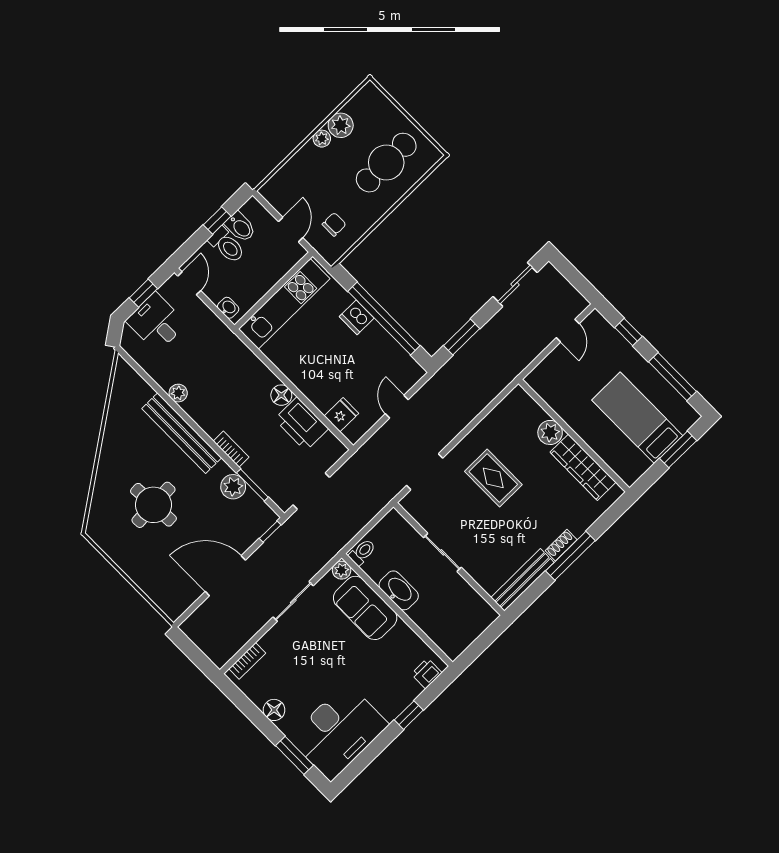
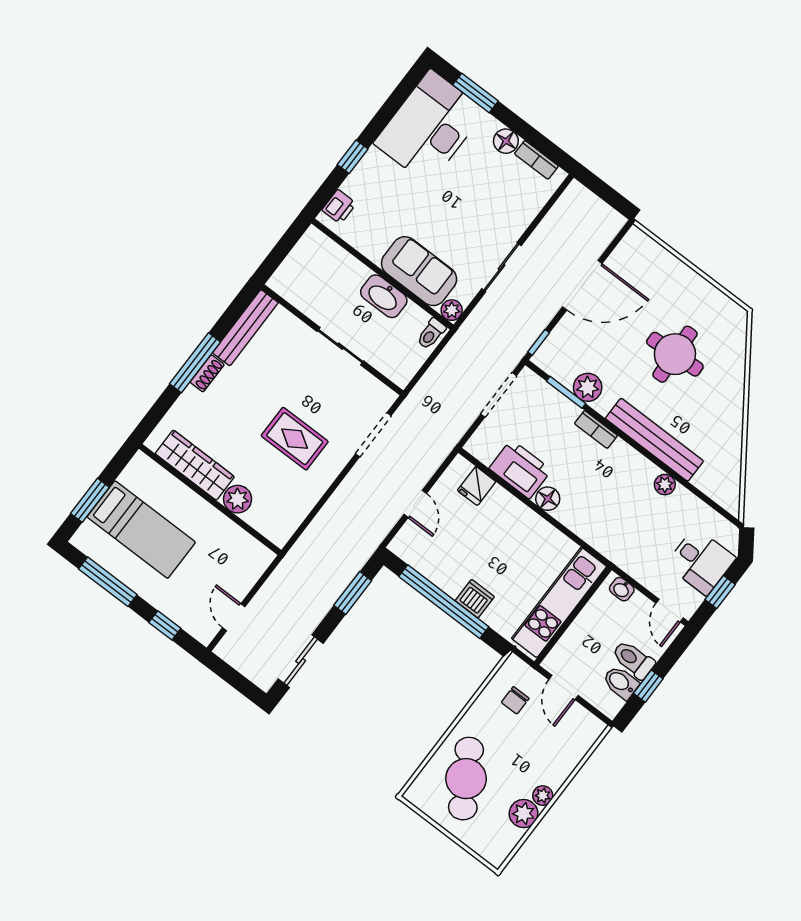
cafe table: (386, 163) -> (466, 779), turned -31
bookcase: (247, 661) -> (536, 160), moved, turned -90

